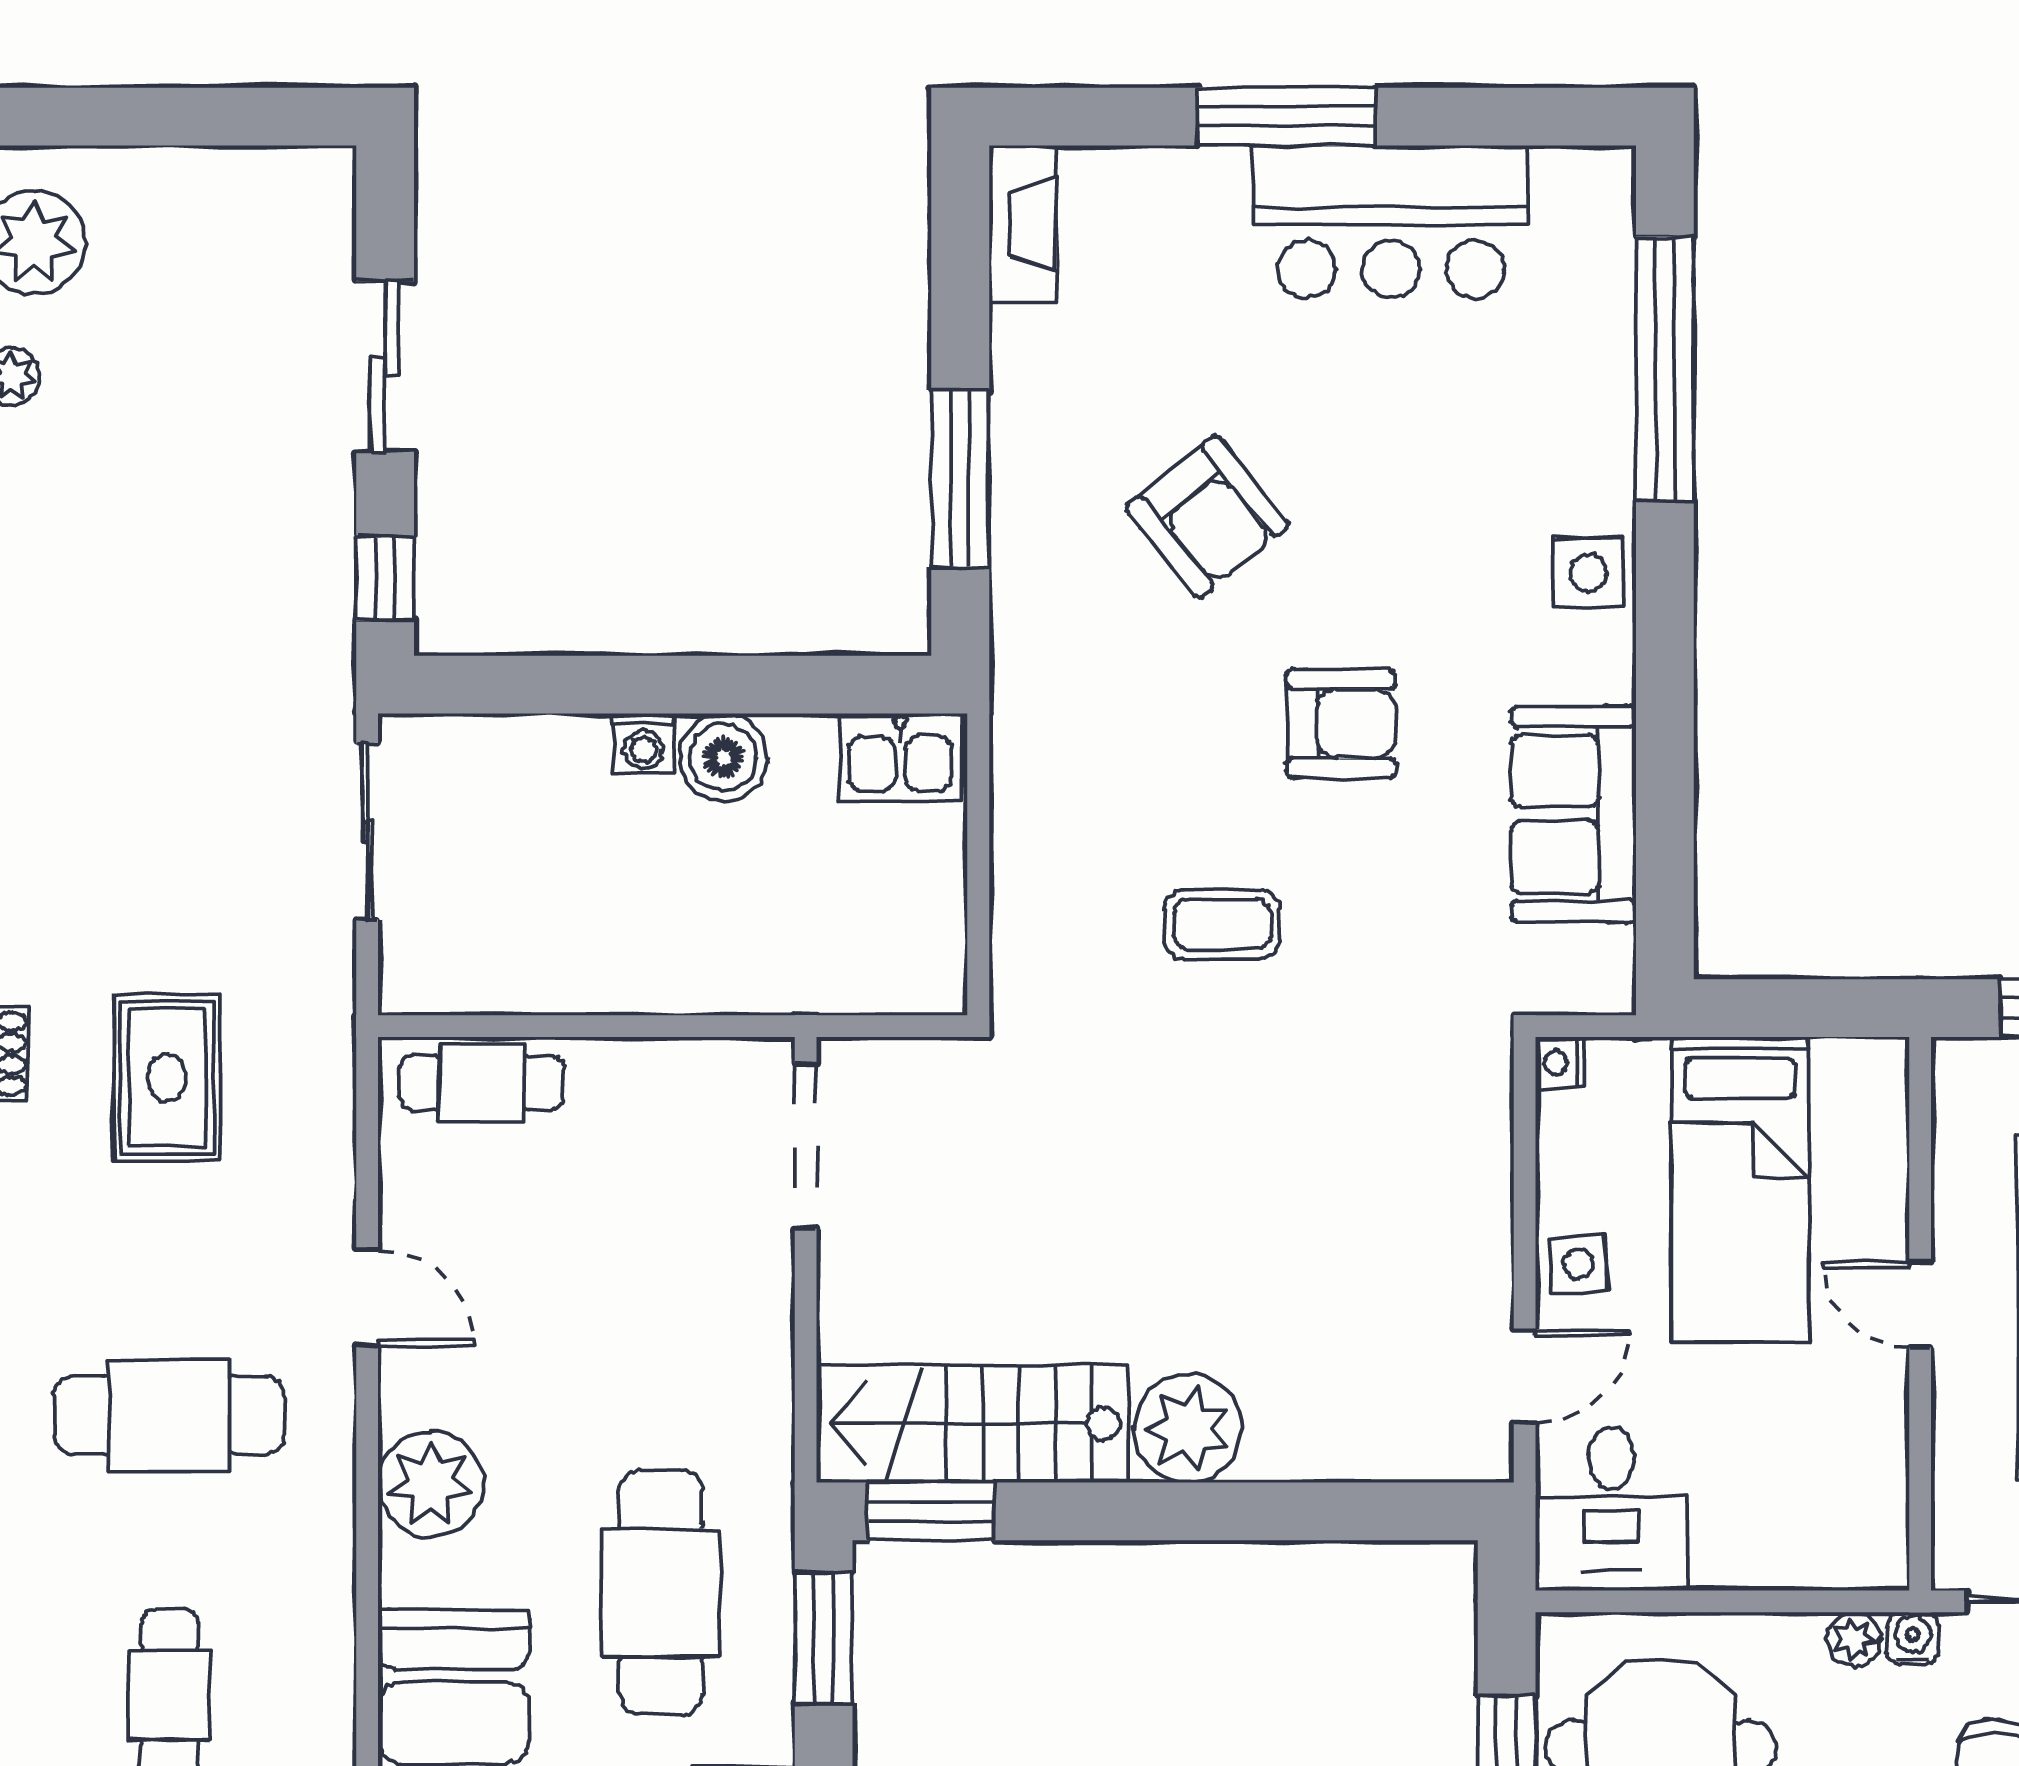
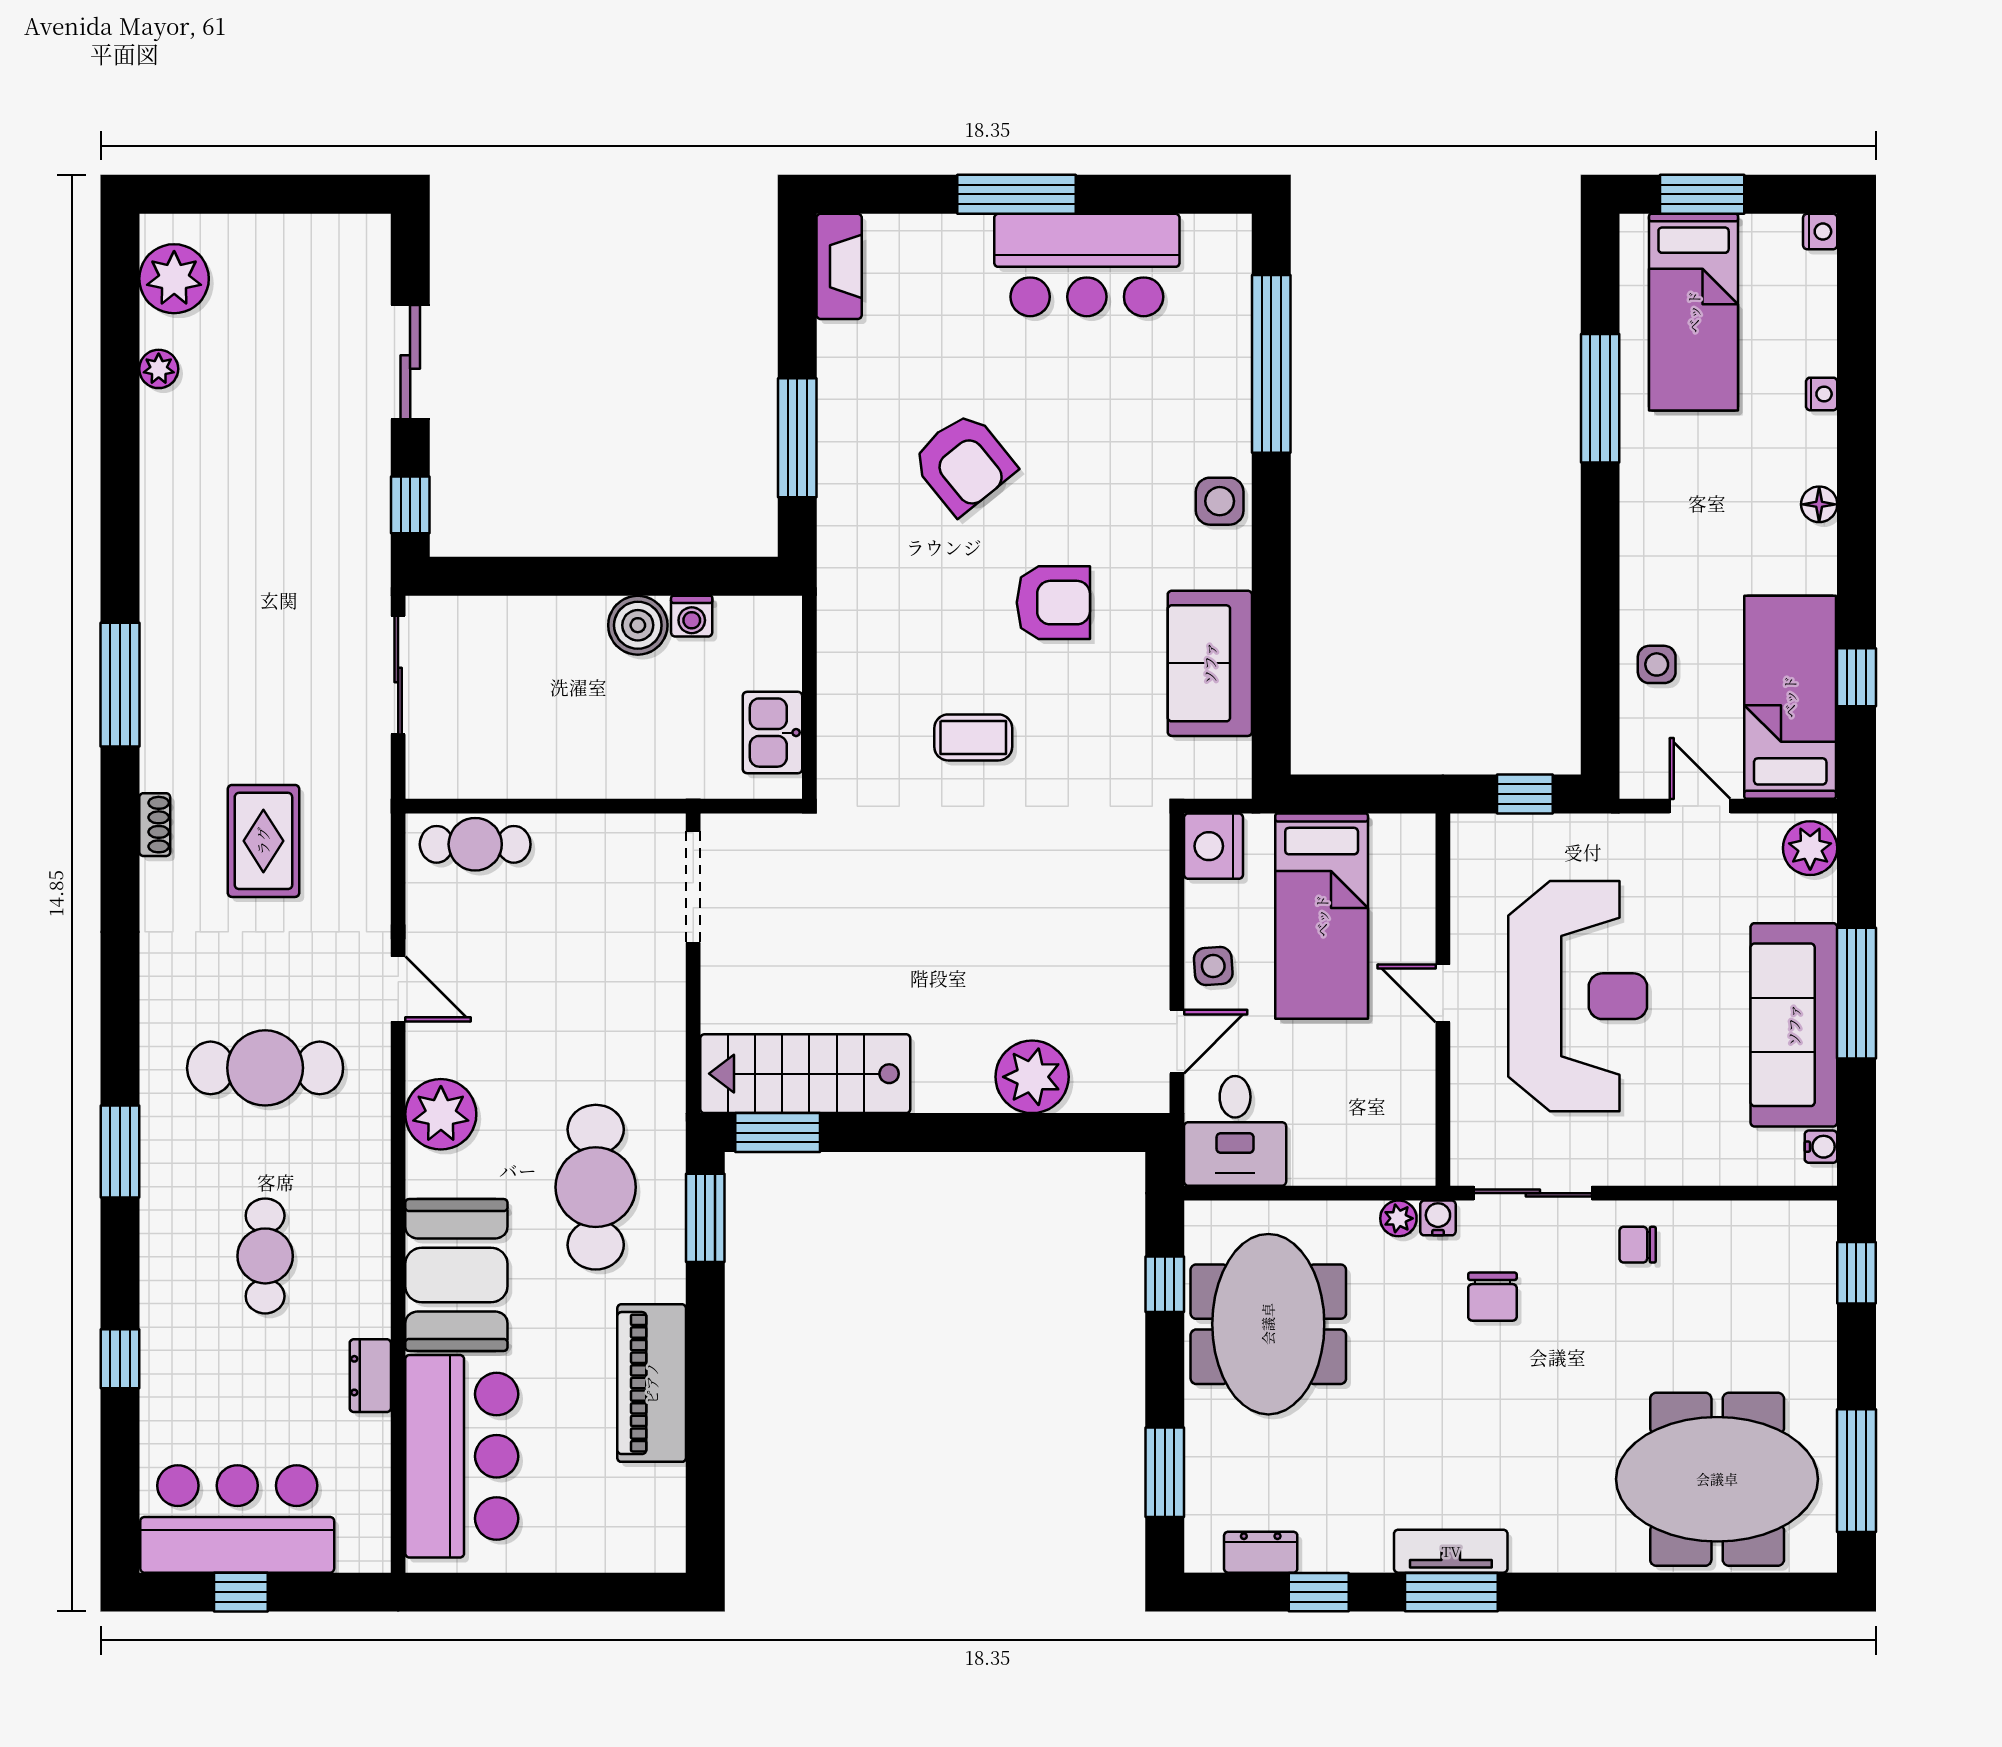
washing machine: (643, 744) -> (692, 616), moved
kitchen sink: (900, 757) -> (772, 733), moved, turned 90
nightstand: (1560, 1063) -> (1214, 846), width x1.89, depth x1.79
plant: (1188, 1428) -> (1032, 1077), moved

